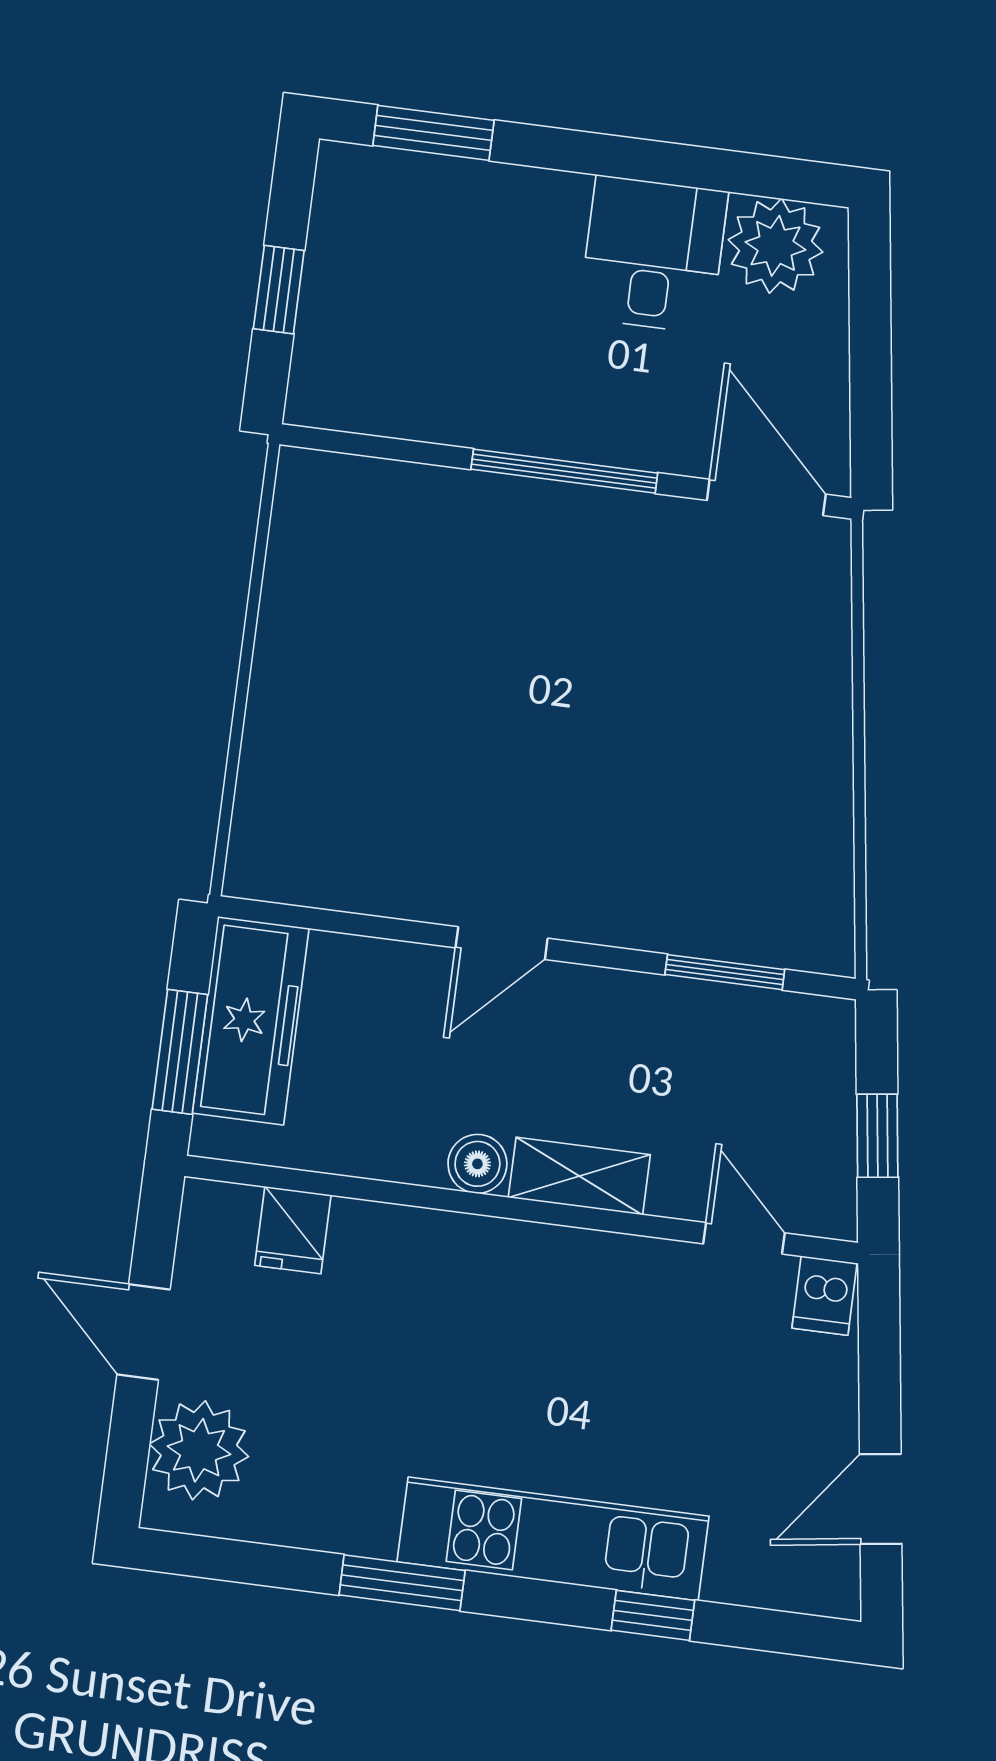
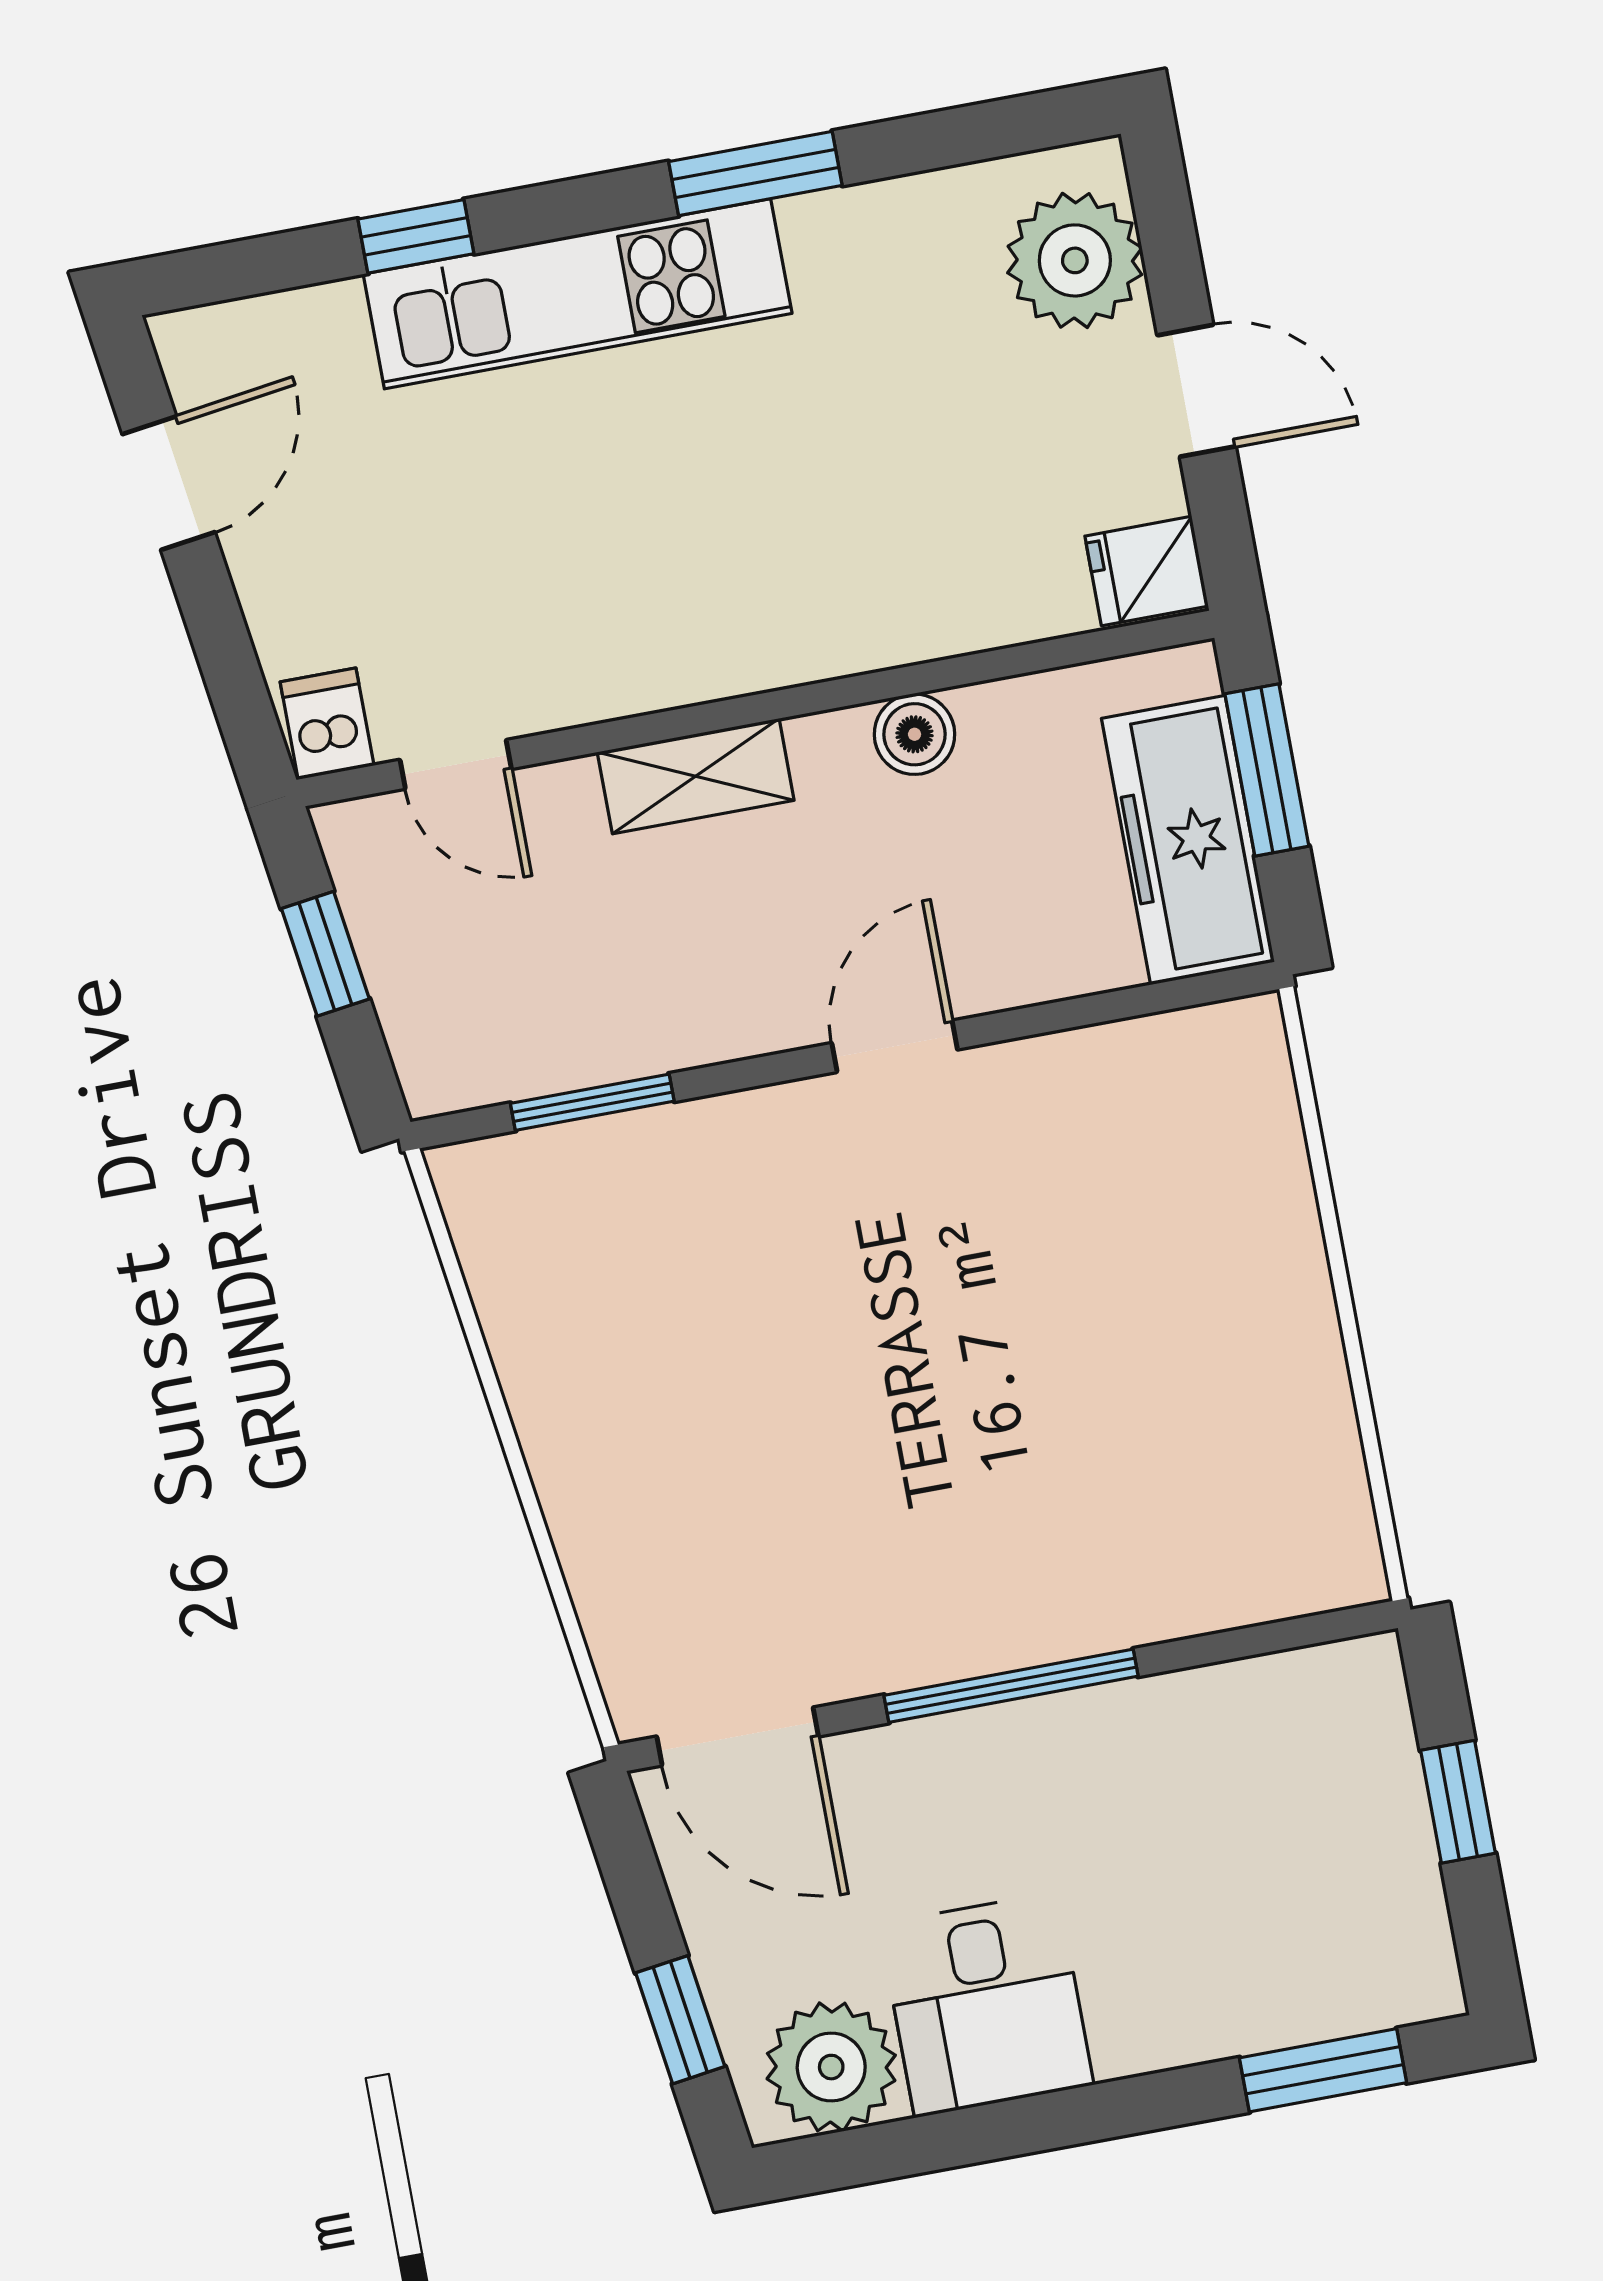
window: (870, 313) -> (680, 2020), added
boiler: (477, 1164) -> (915, 734), moved
fridge: (293, 1230) -> (1147, 571), moved, turned -90

